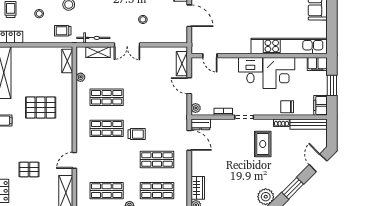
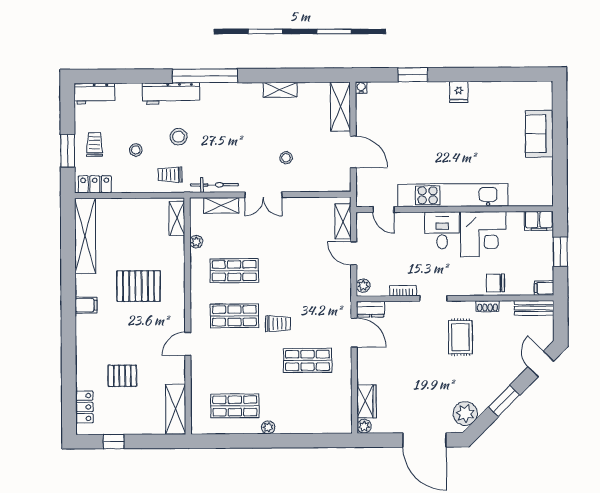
kitchen unit: (289, 46) -> (453, 195), moved
filing cabinet: (321, 105) -> (544, 288), width x0.50
bench: (309, 124) -> (534, 308), width x0.73
door: (74, 160) -> (188, 344), moved
shop shelf: (157, 191) -> (308, 406), removed

